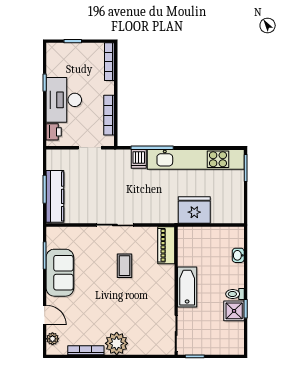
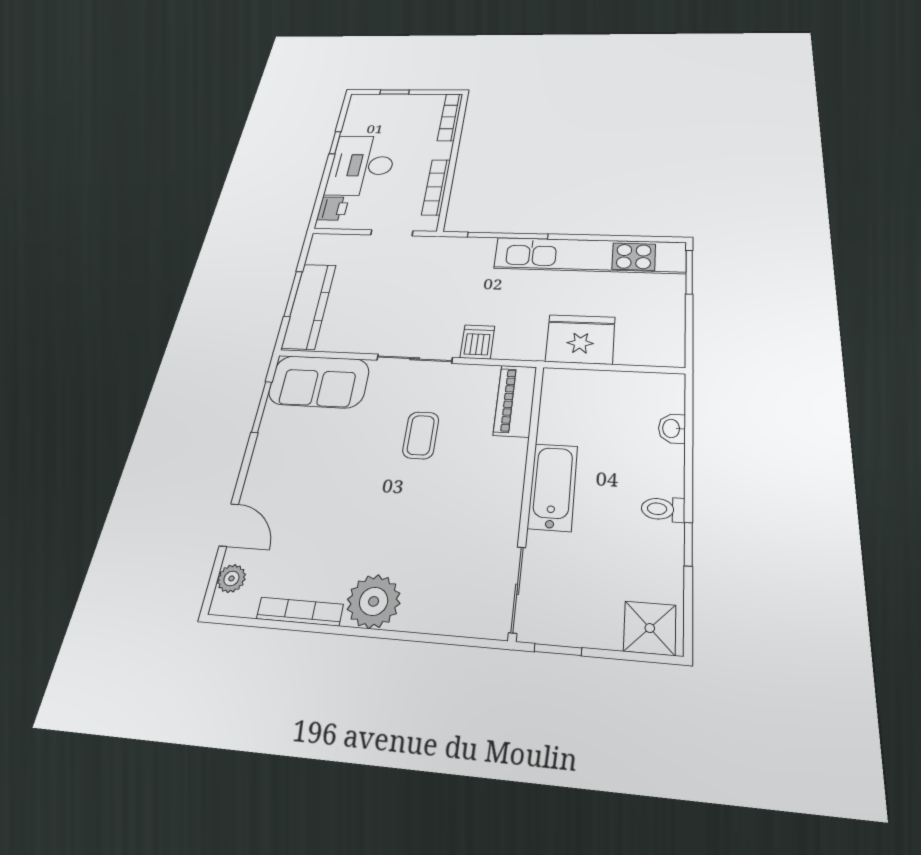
dishwasher: (139, 159) -> (477, 342), moved, turned 180
sofa: (60, 273) -> (319, 382), moved, turned 90
shower: (234, 311) -> (650, 628), moved

